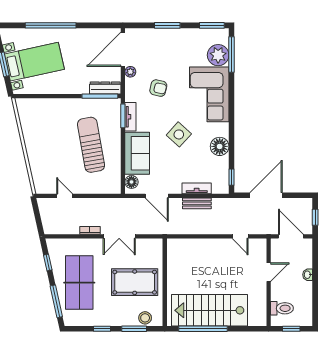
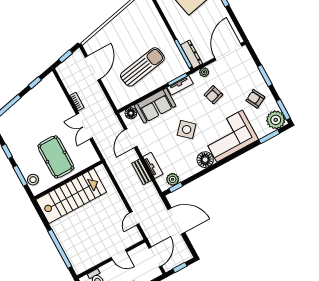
armchair: (185, 48) -> (255, 99), added
door: (123, 49) -> (228, 52), hinge flipped
plant: (218, 55) -> (276, 120), moved
window: (231, 55) -> (269, 137), width x0.69
plant: (130, 72) -> (204, 72), moved
armchair: (158, 88) -> (213, 95), turned 59
floor lamp: (220, 146) -> (205, 160), moved
plant: (222, 176) -> (173, 179), added
door: (65, 196) -> (93, 68), width x1.87
window: (38, 217) -> (65, 56), added
table tennis table: (79, 283) -> (33, 115), removed
stairs: (210, 310) -> (71, 196), moved, turned 90
window: (203, 329) -> (60, 249), moved

